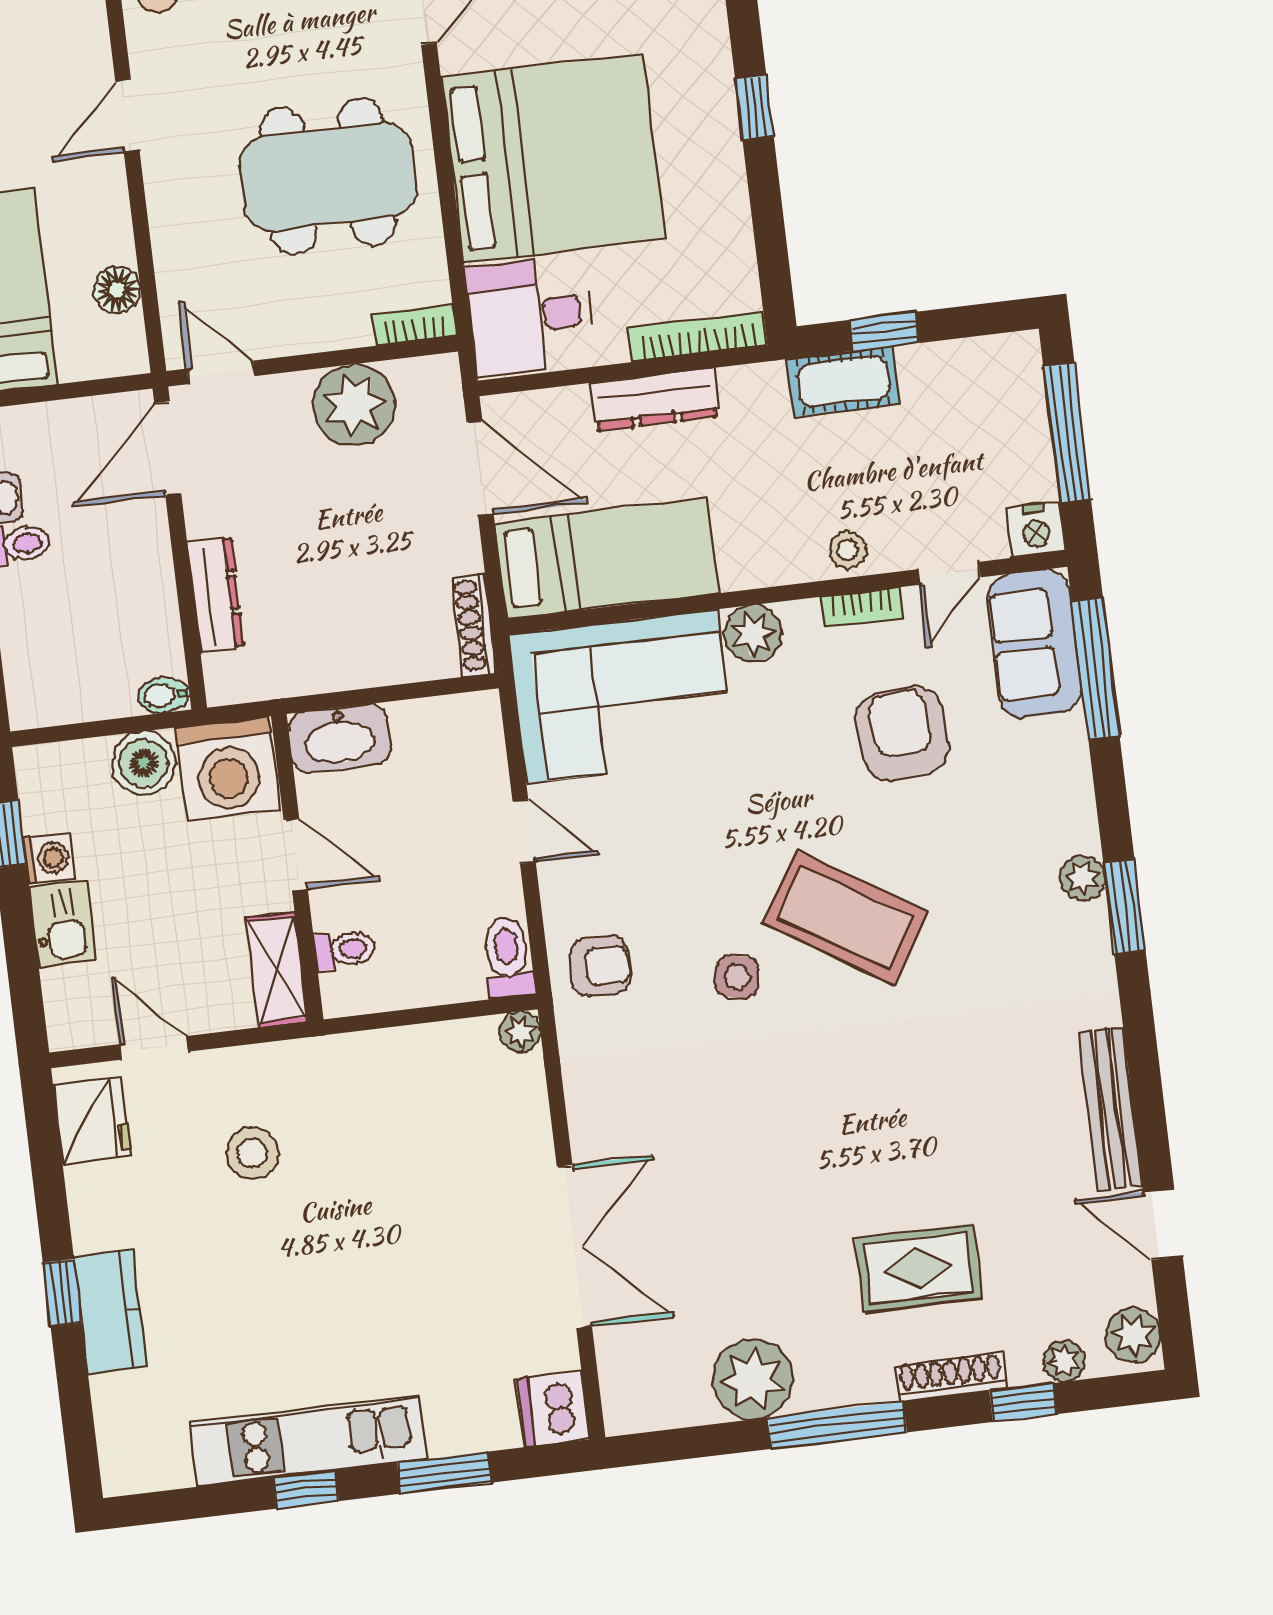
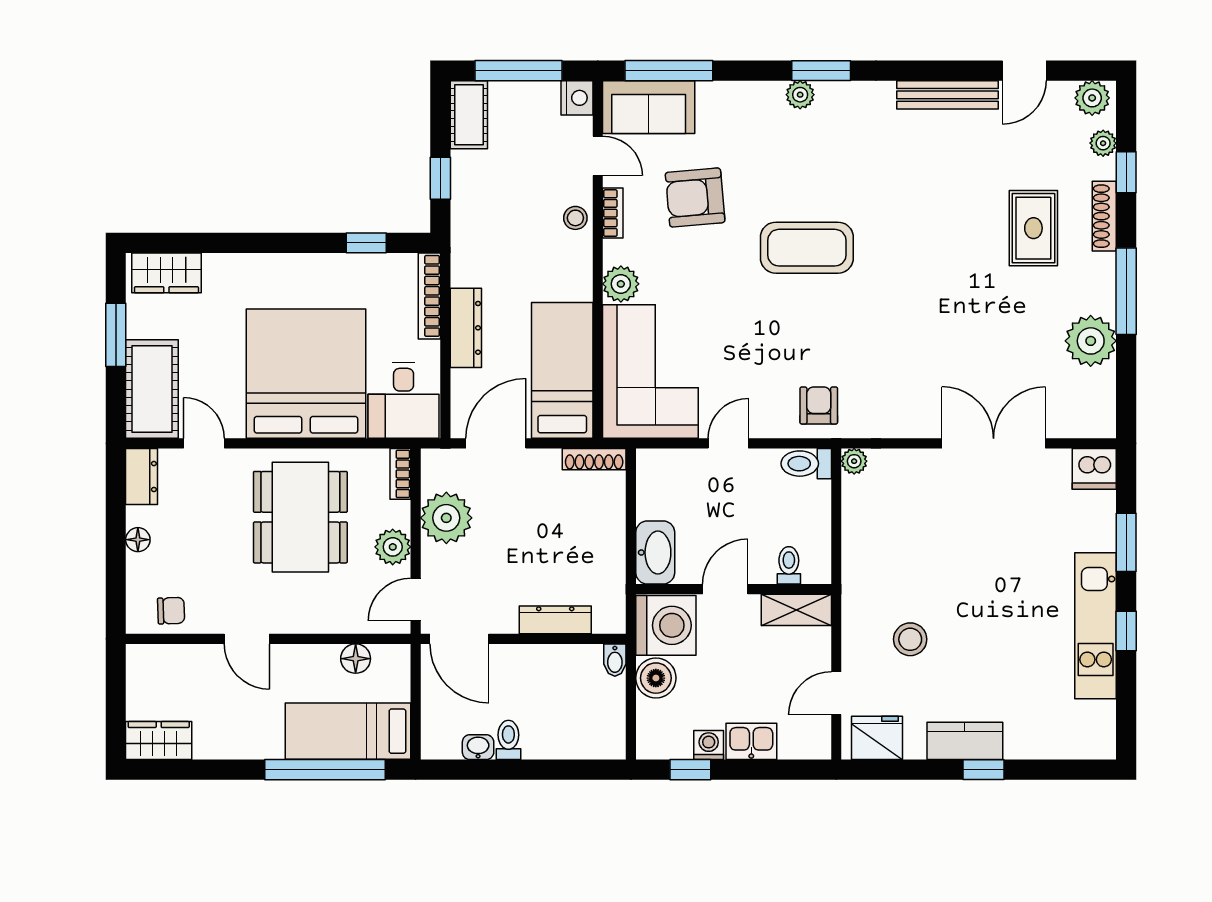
window: (754, 108) -> (366, 243), moved
plant: (299, 327) -> (393, 547), added
cot: (843, 382) -> (469, 115), moved
coffee table: (845, 918) -> (807, 248), turned 58
side table: (737, 977) -> (836, 320), removed
kitchen counter: (110, 1312) -> (965, 741), moved

